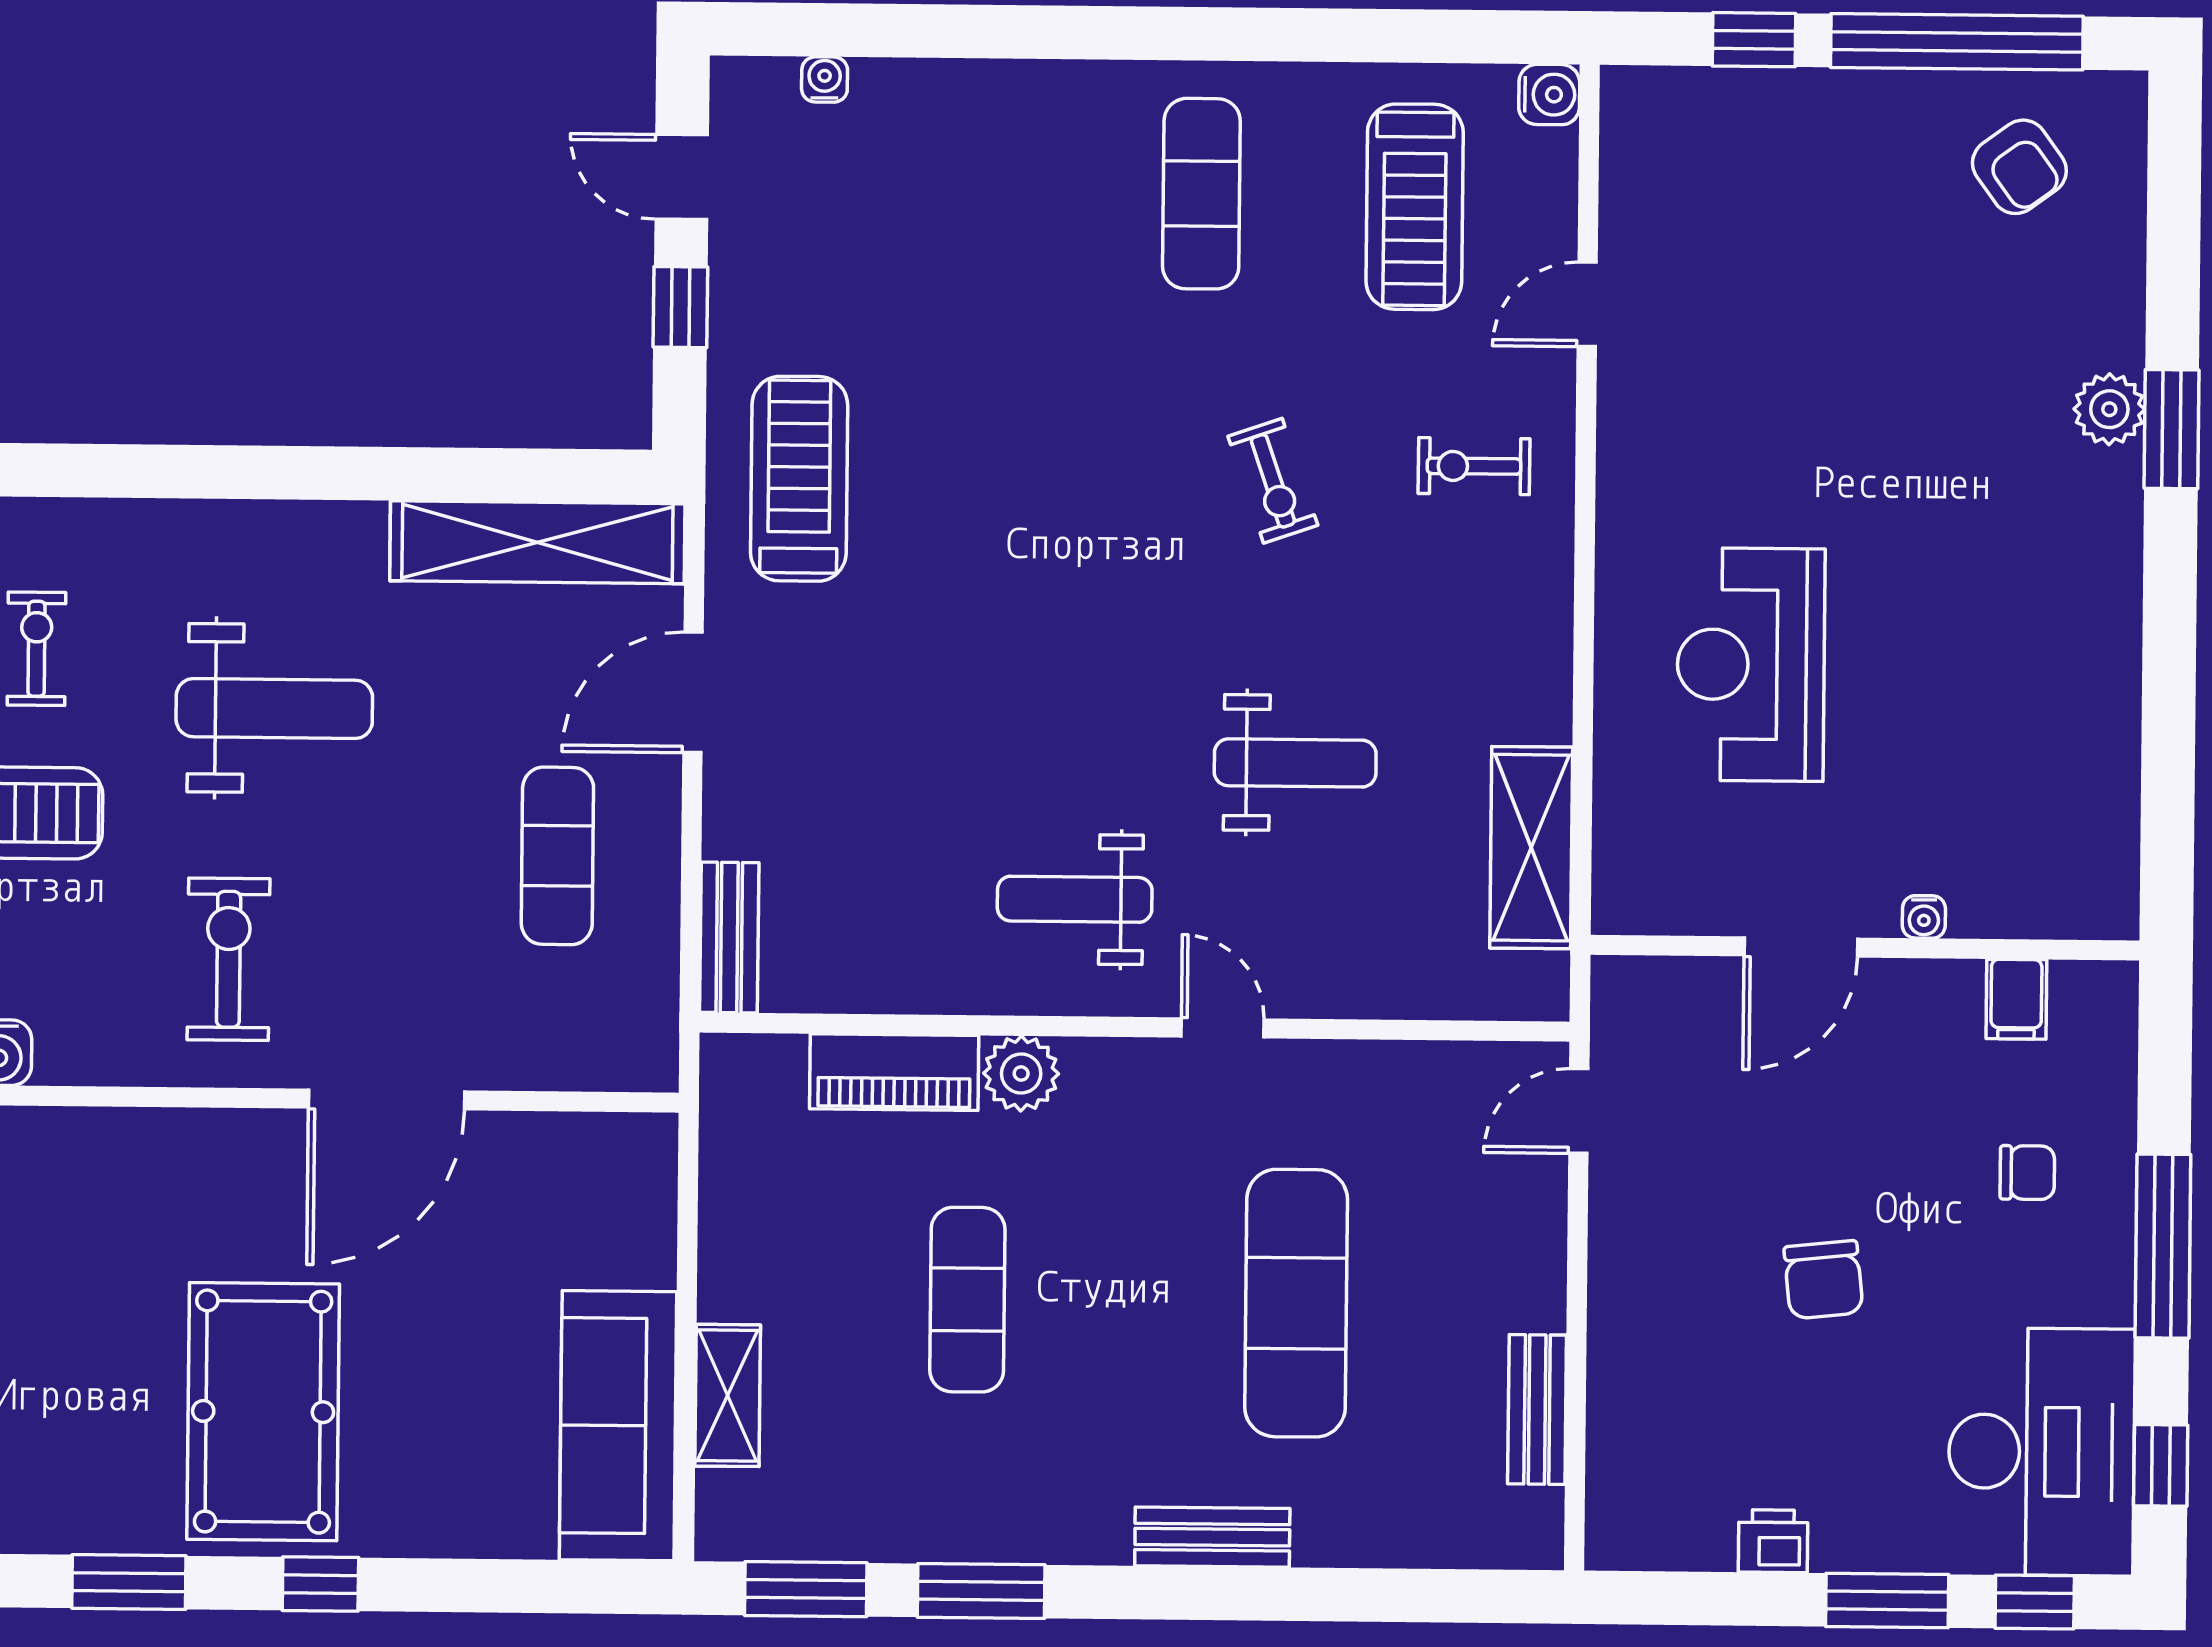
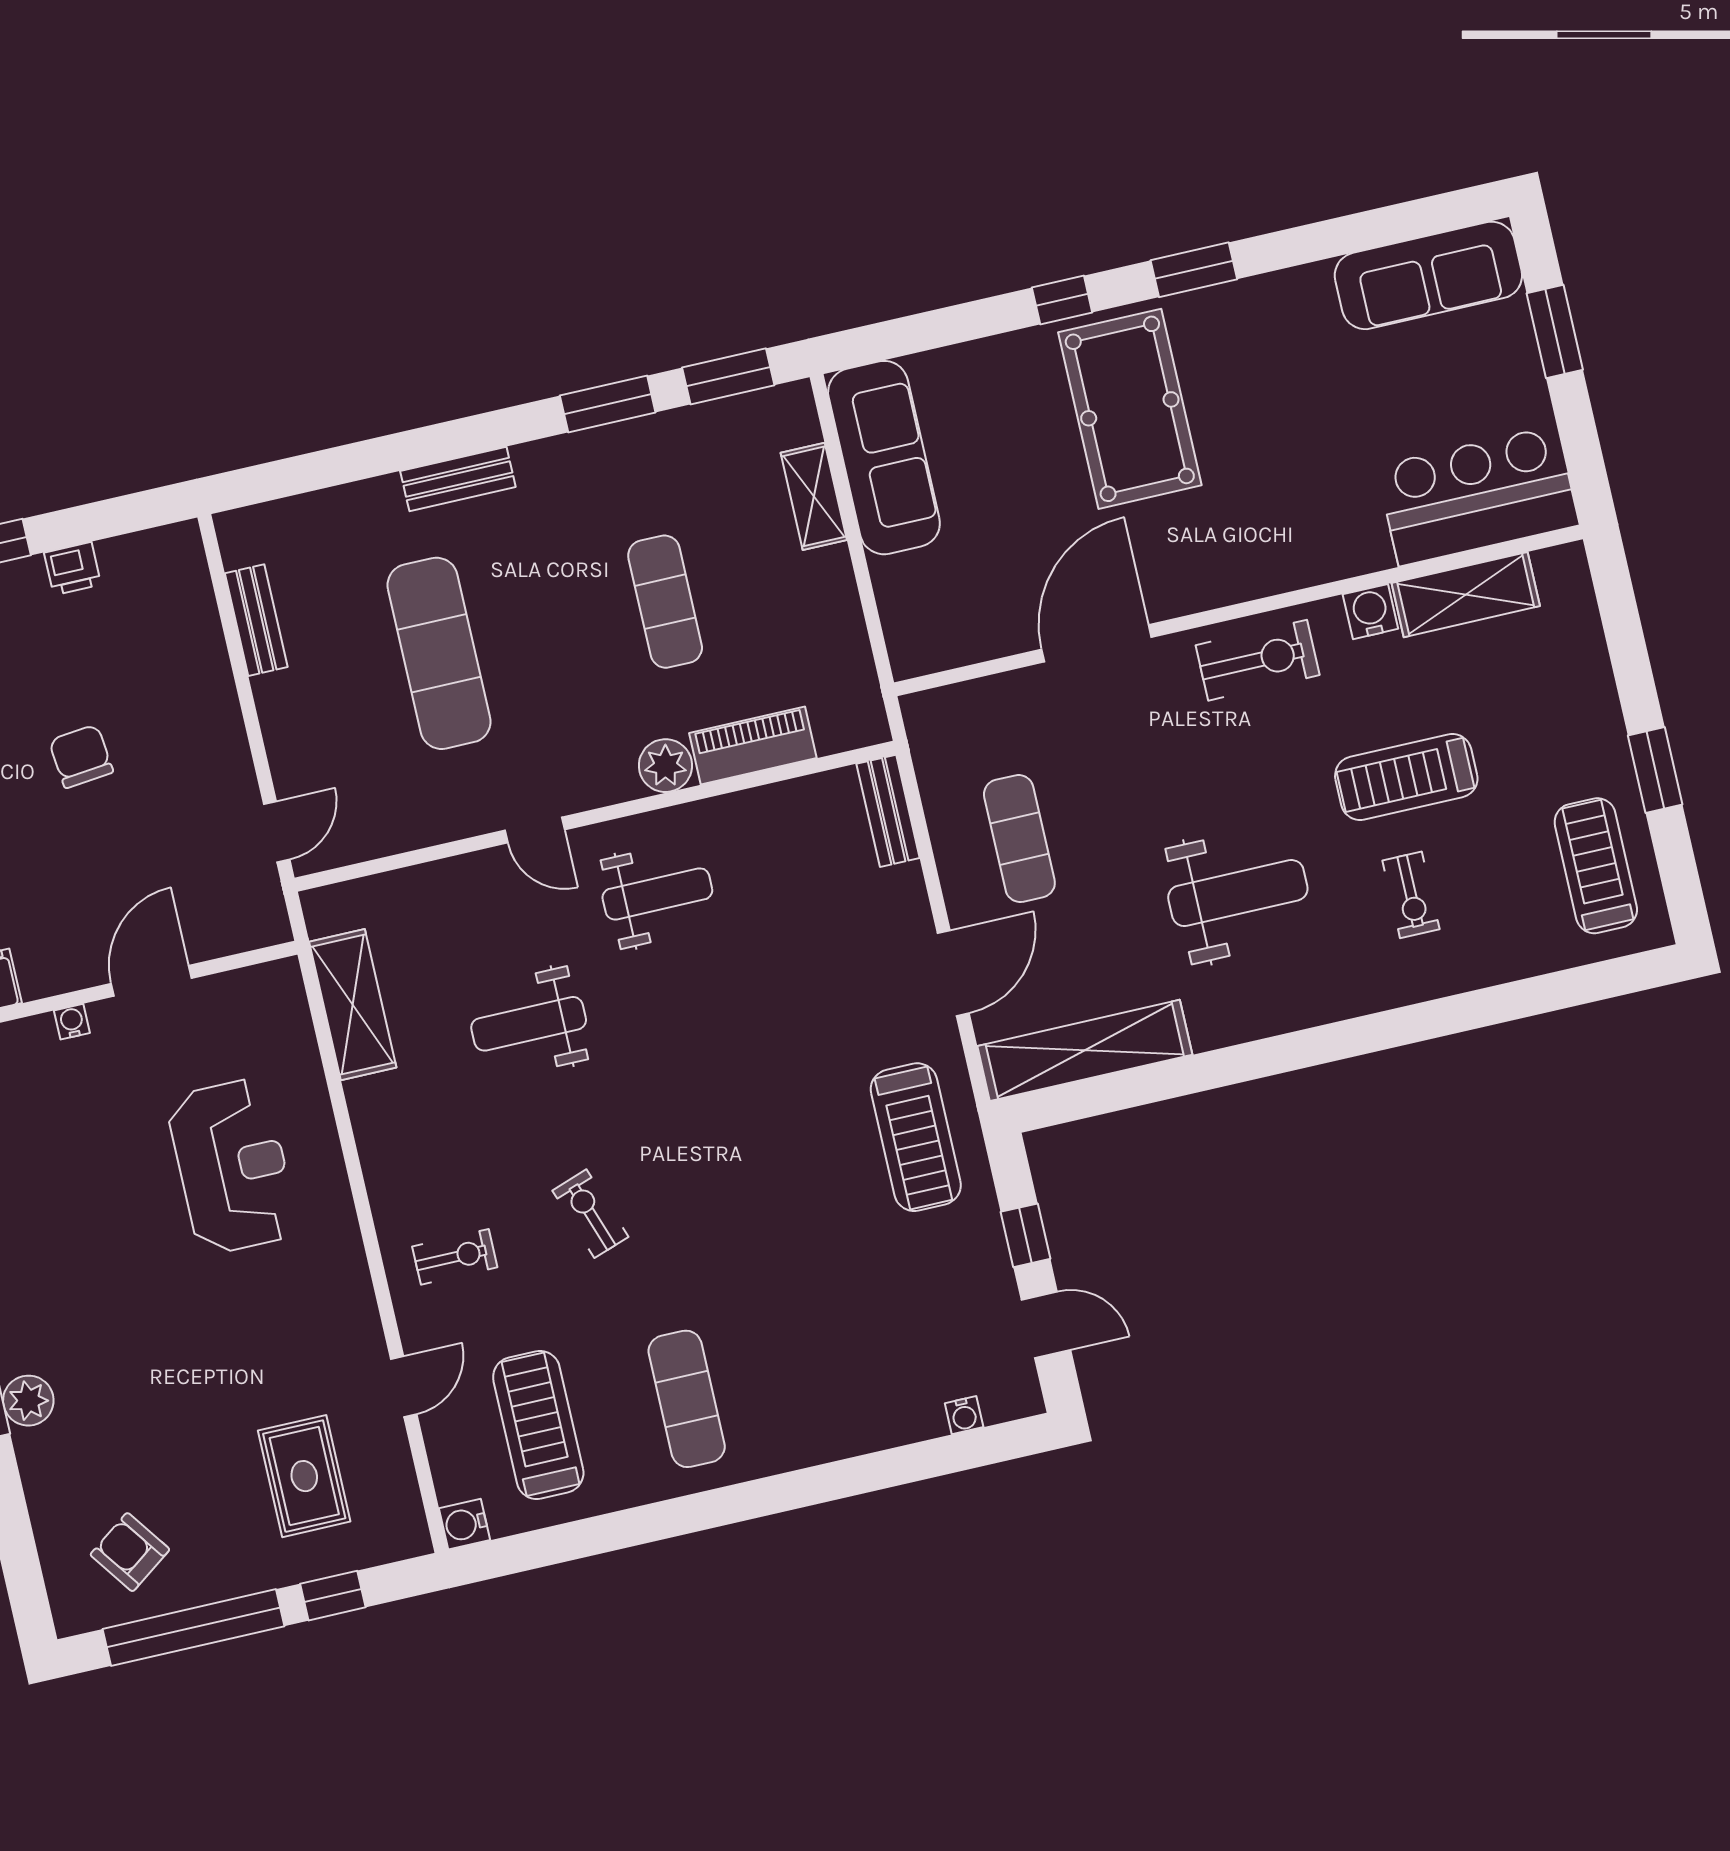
rug: (1754, 214) -> (304, 1476), added
weight bench: (274, 708) -> (1238, 893), turned 180
exercise bike: (229, 959) -> (1258, 660), moved, turned -90

